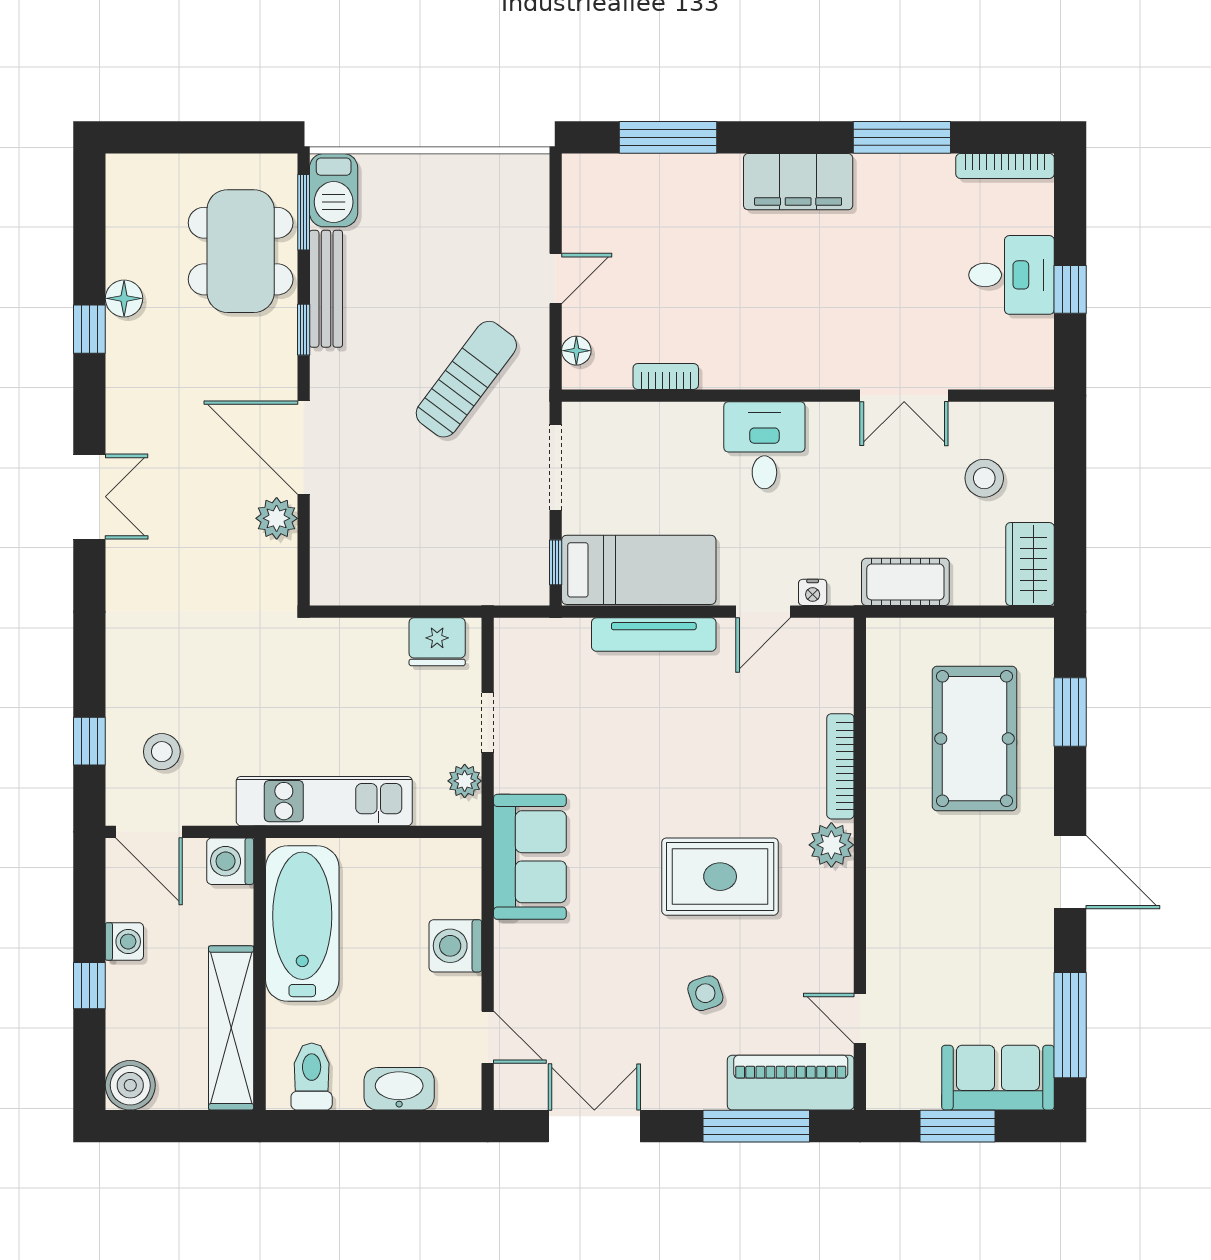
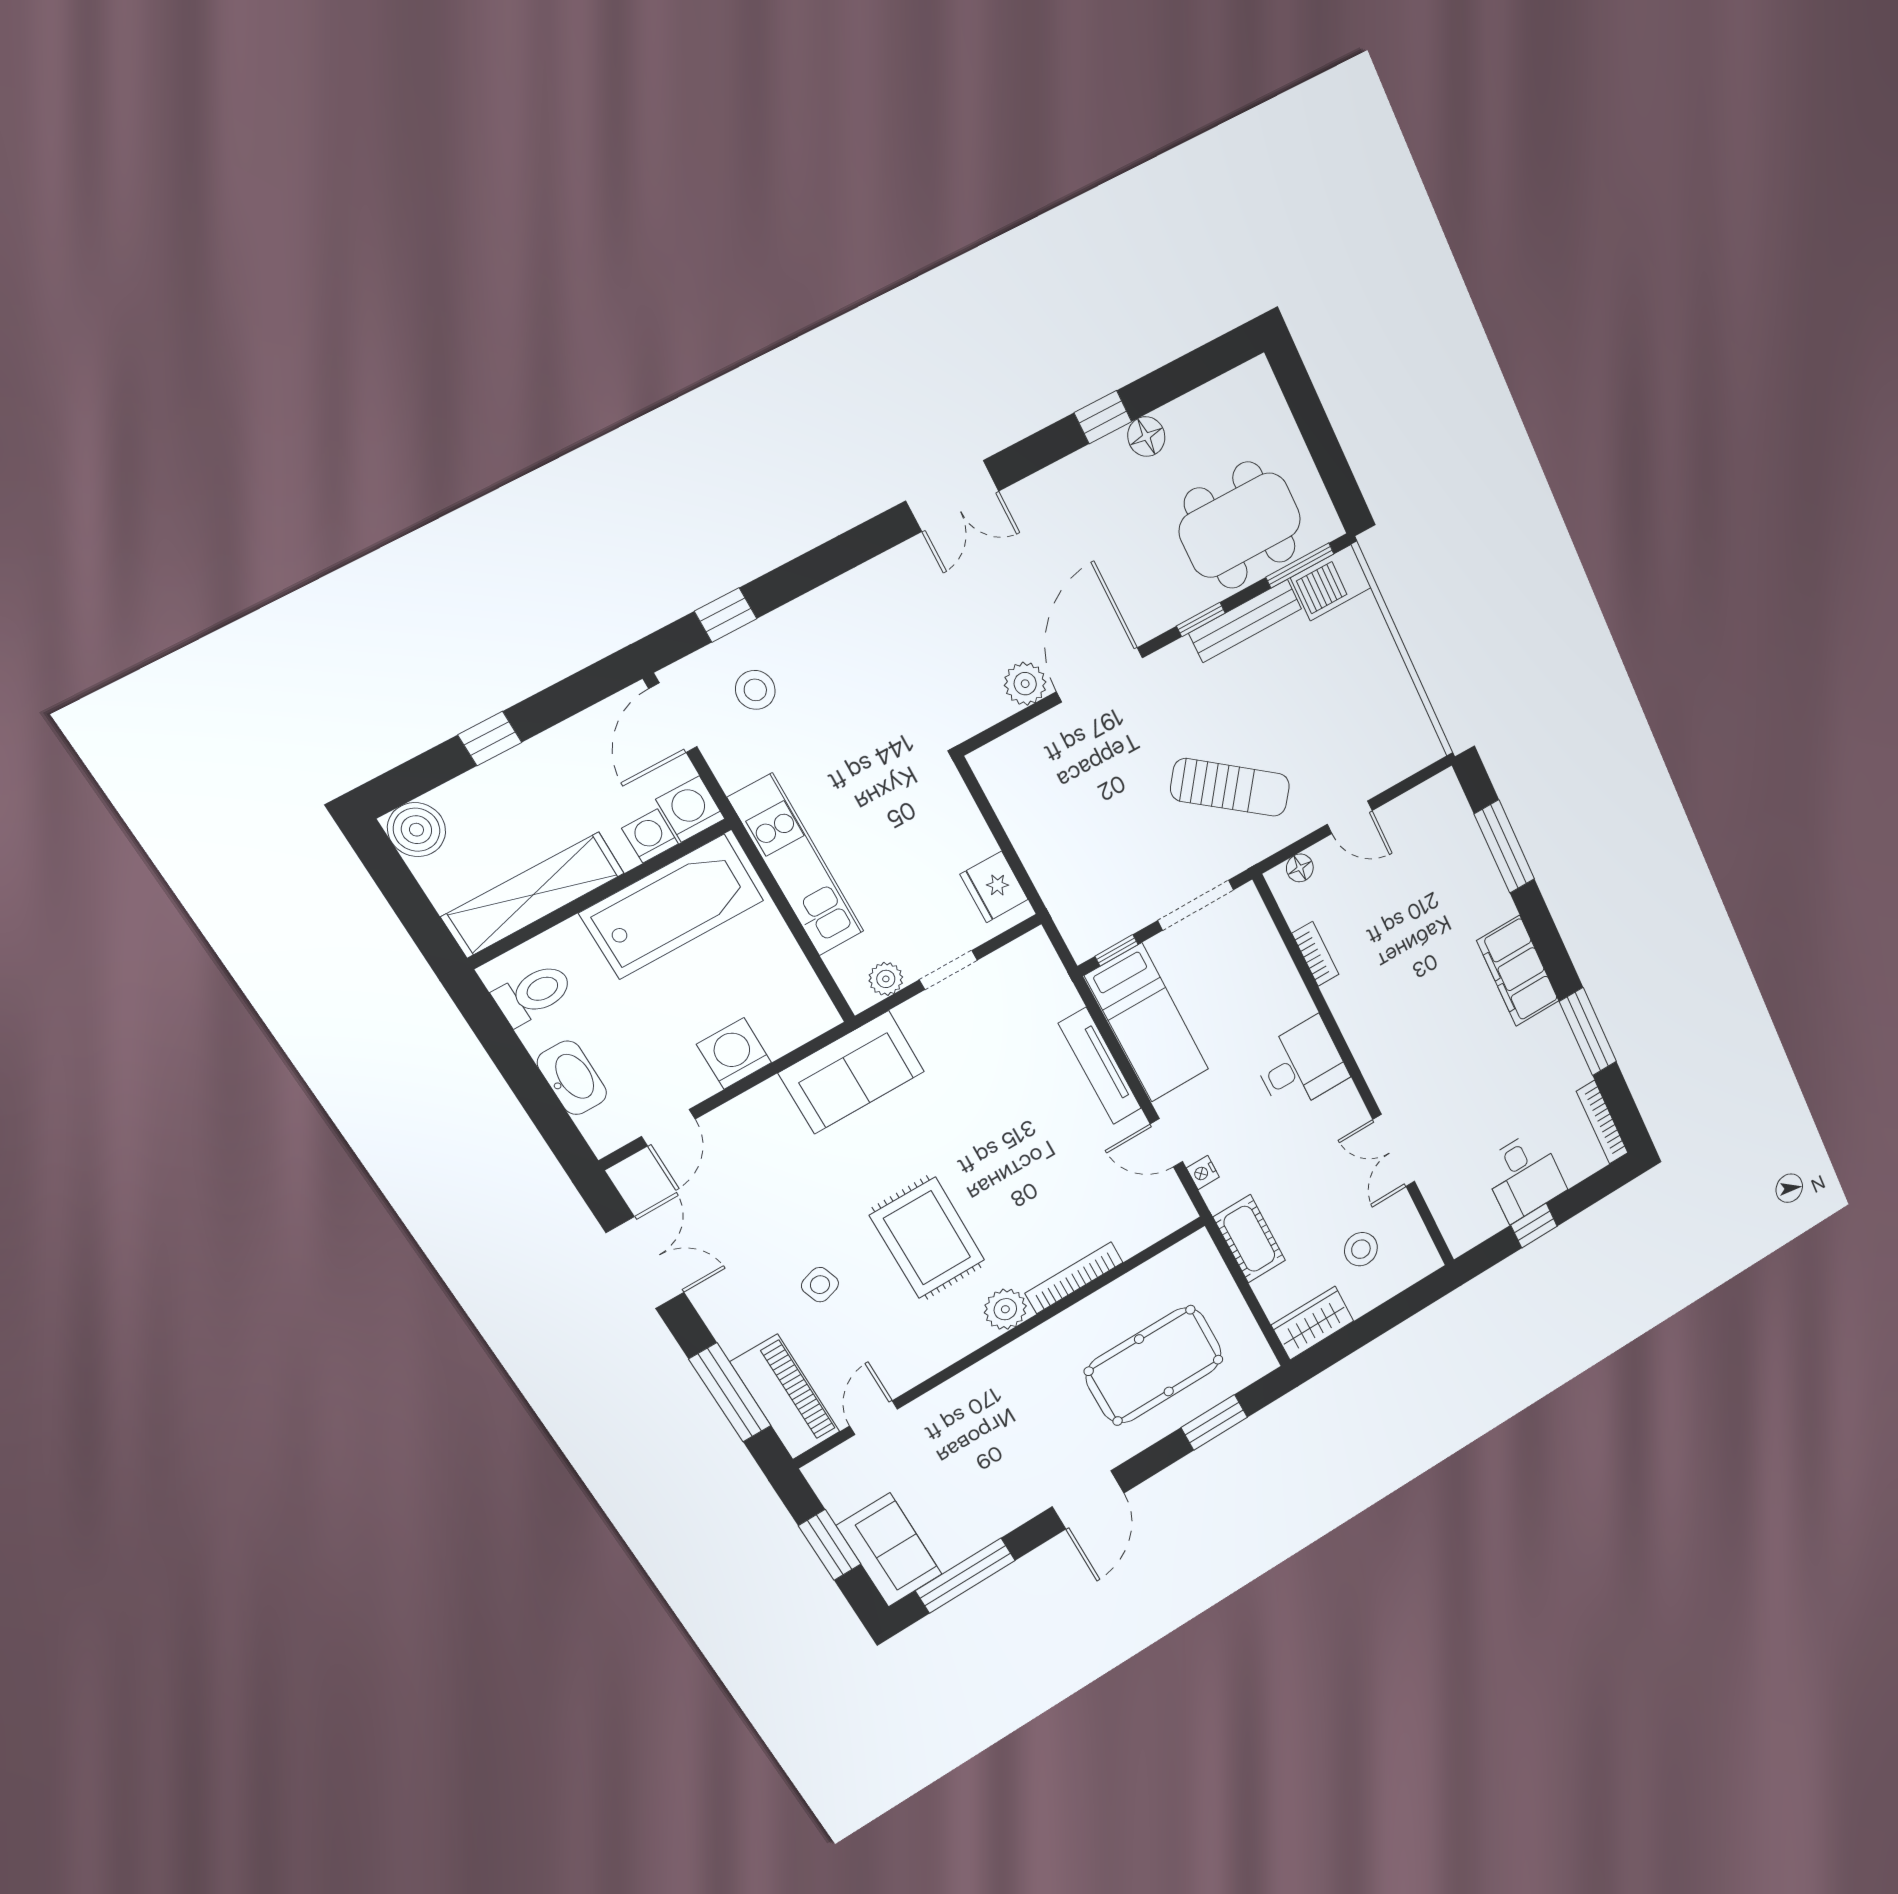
washing machine: (124, 942) -> (650, 836), moved, turned 180

